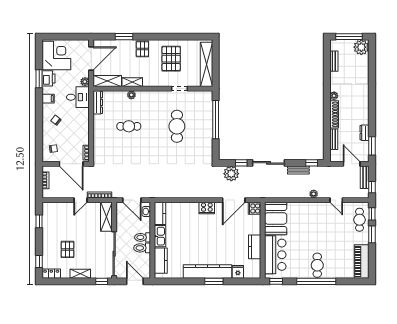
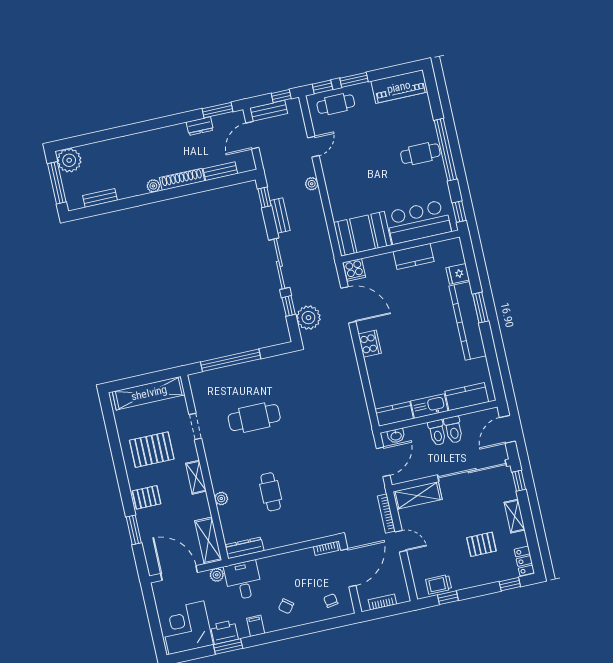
shelving: (132, 82) -> (196, 477), moved
trolley: (49, 218) -> (439, 584), added

